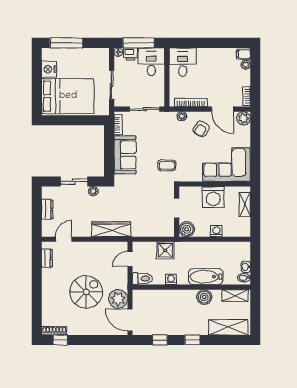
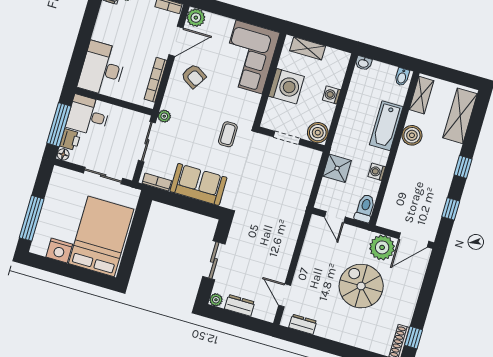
desk: (183, 62) -> (102, 69), width x1.37
plant: (182, 116) -> (164, 116), moved
plant: (93, 191) -> (216, 300), moved
wardrobe: (111, 229) -> (290, 230), removed
washbasin: (246, 267) -> (363, 63), moved

